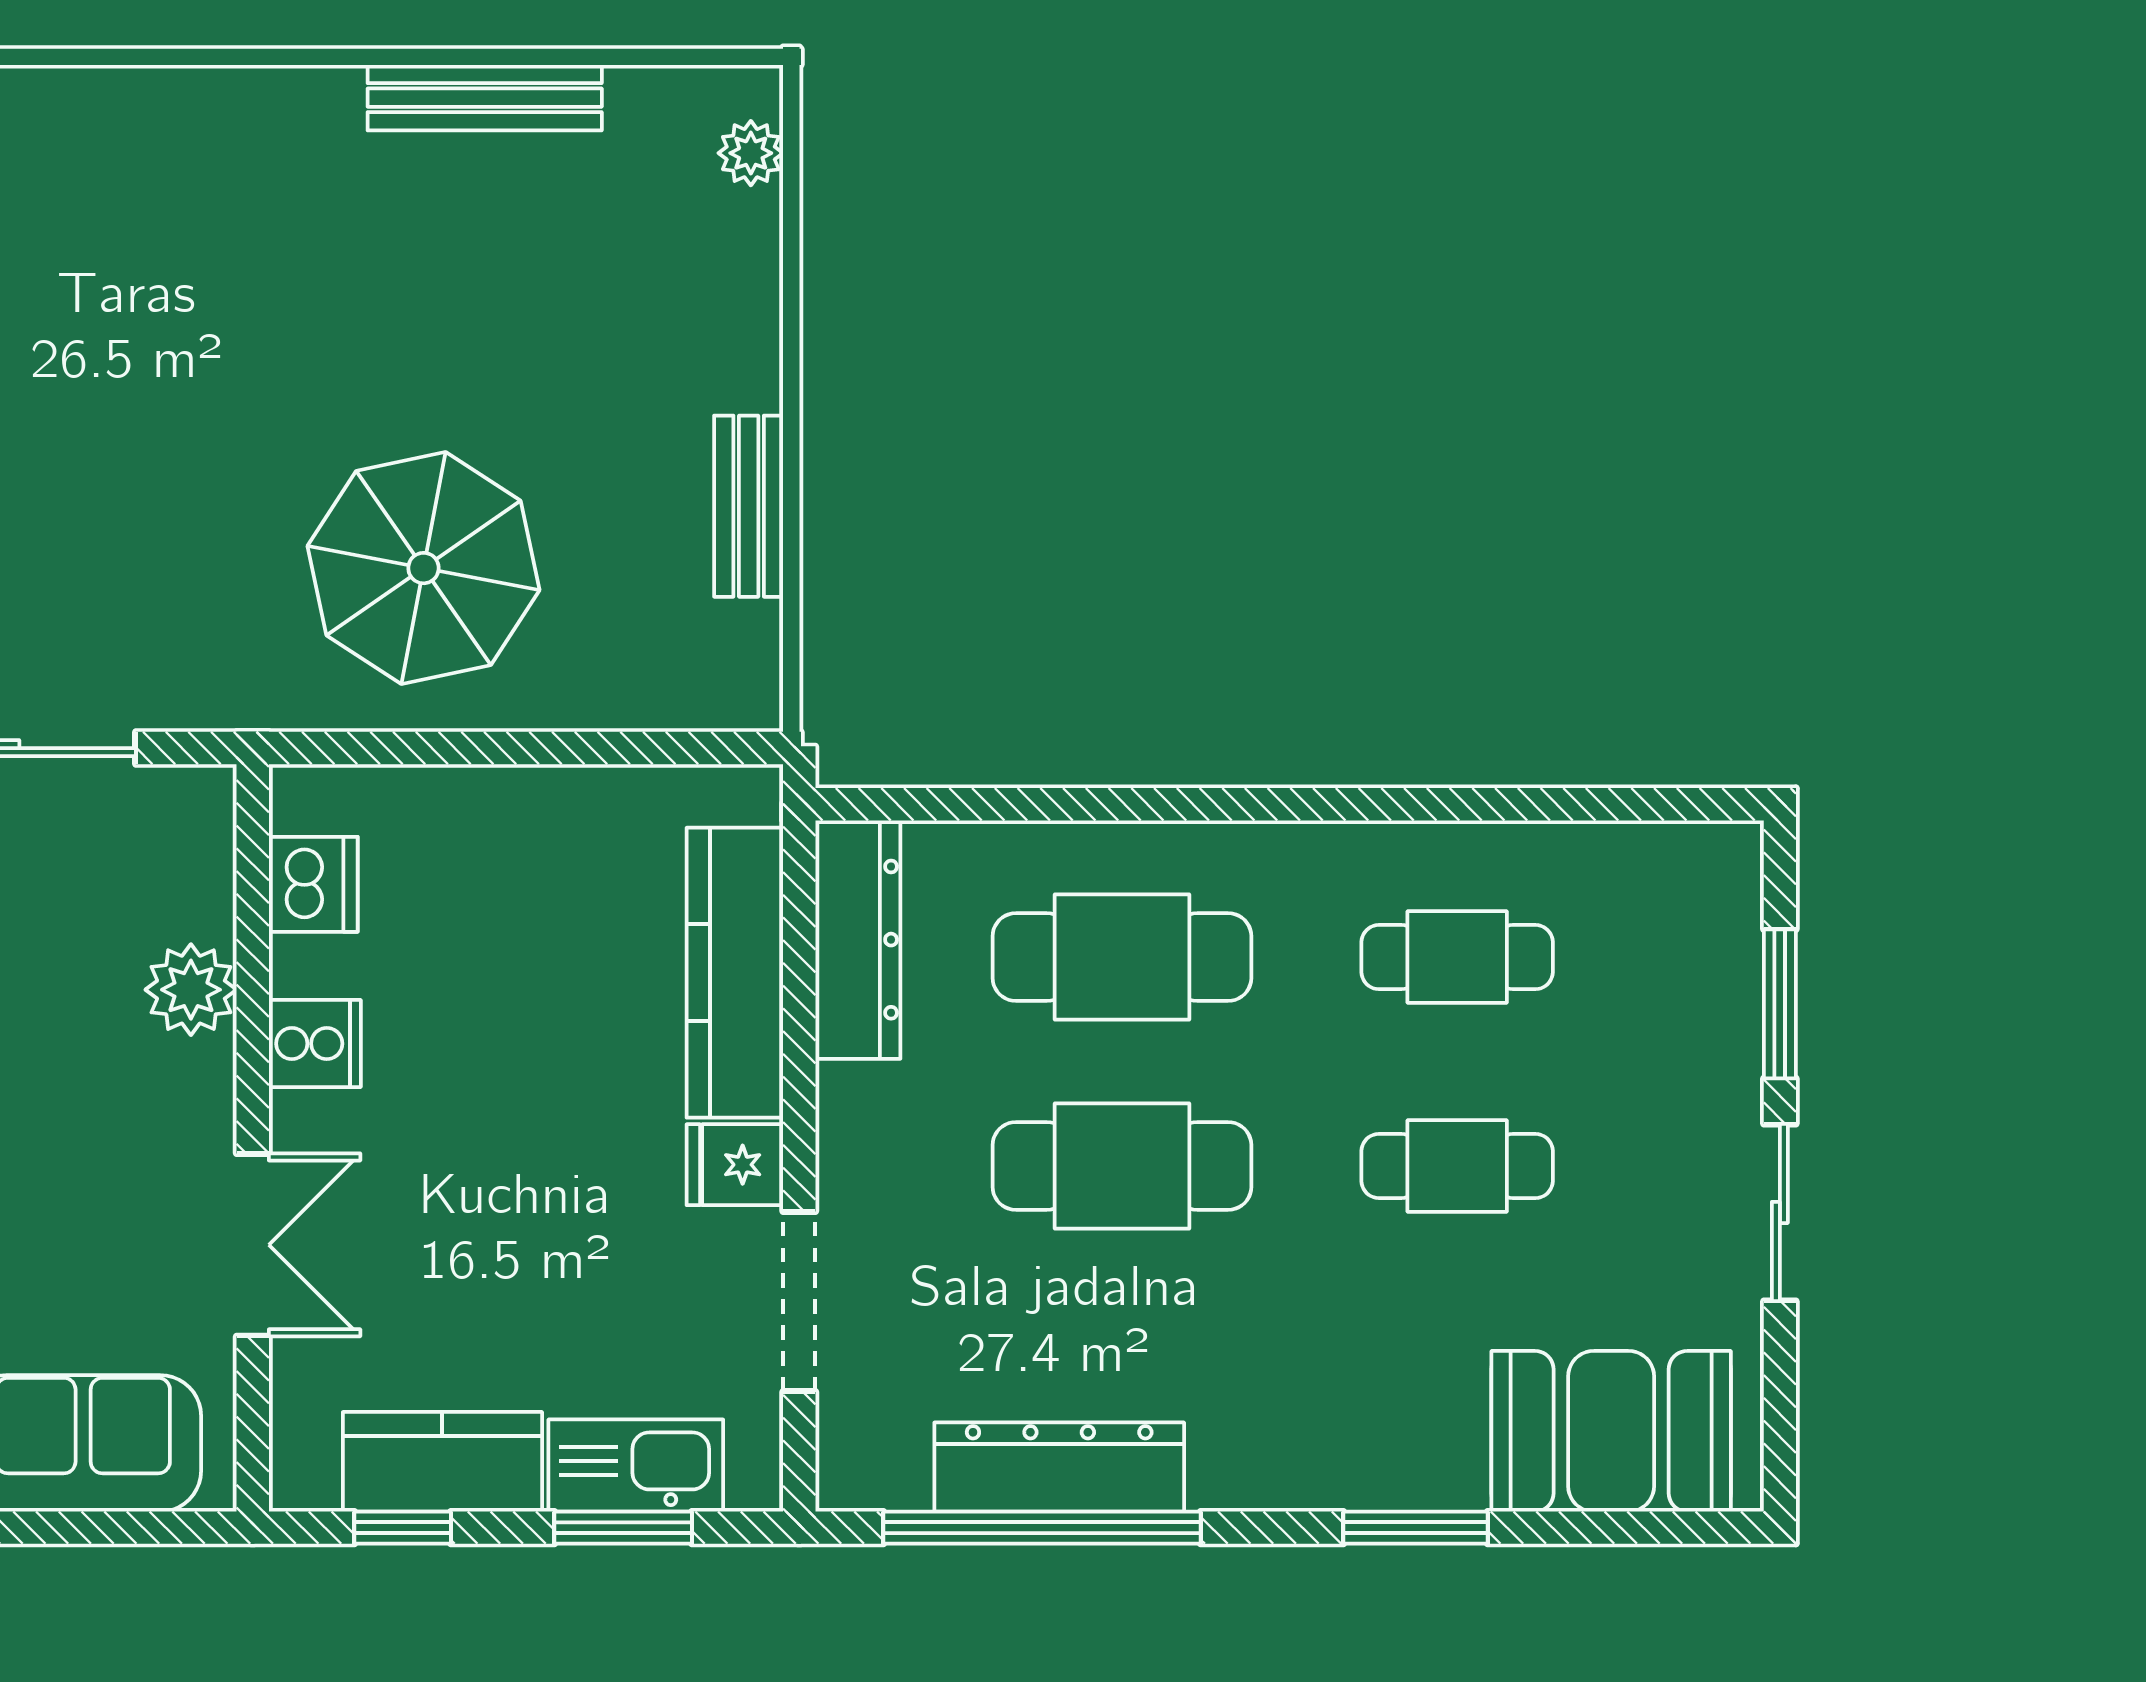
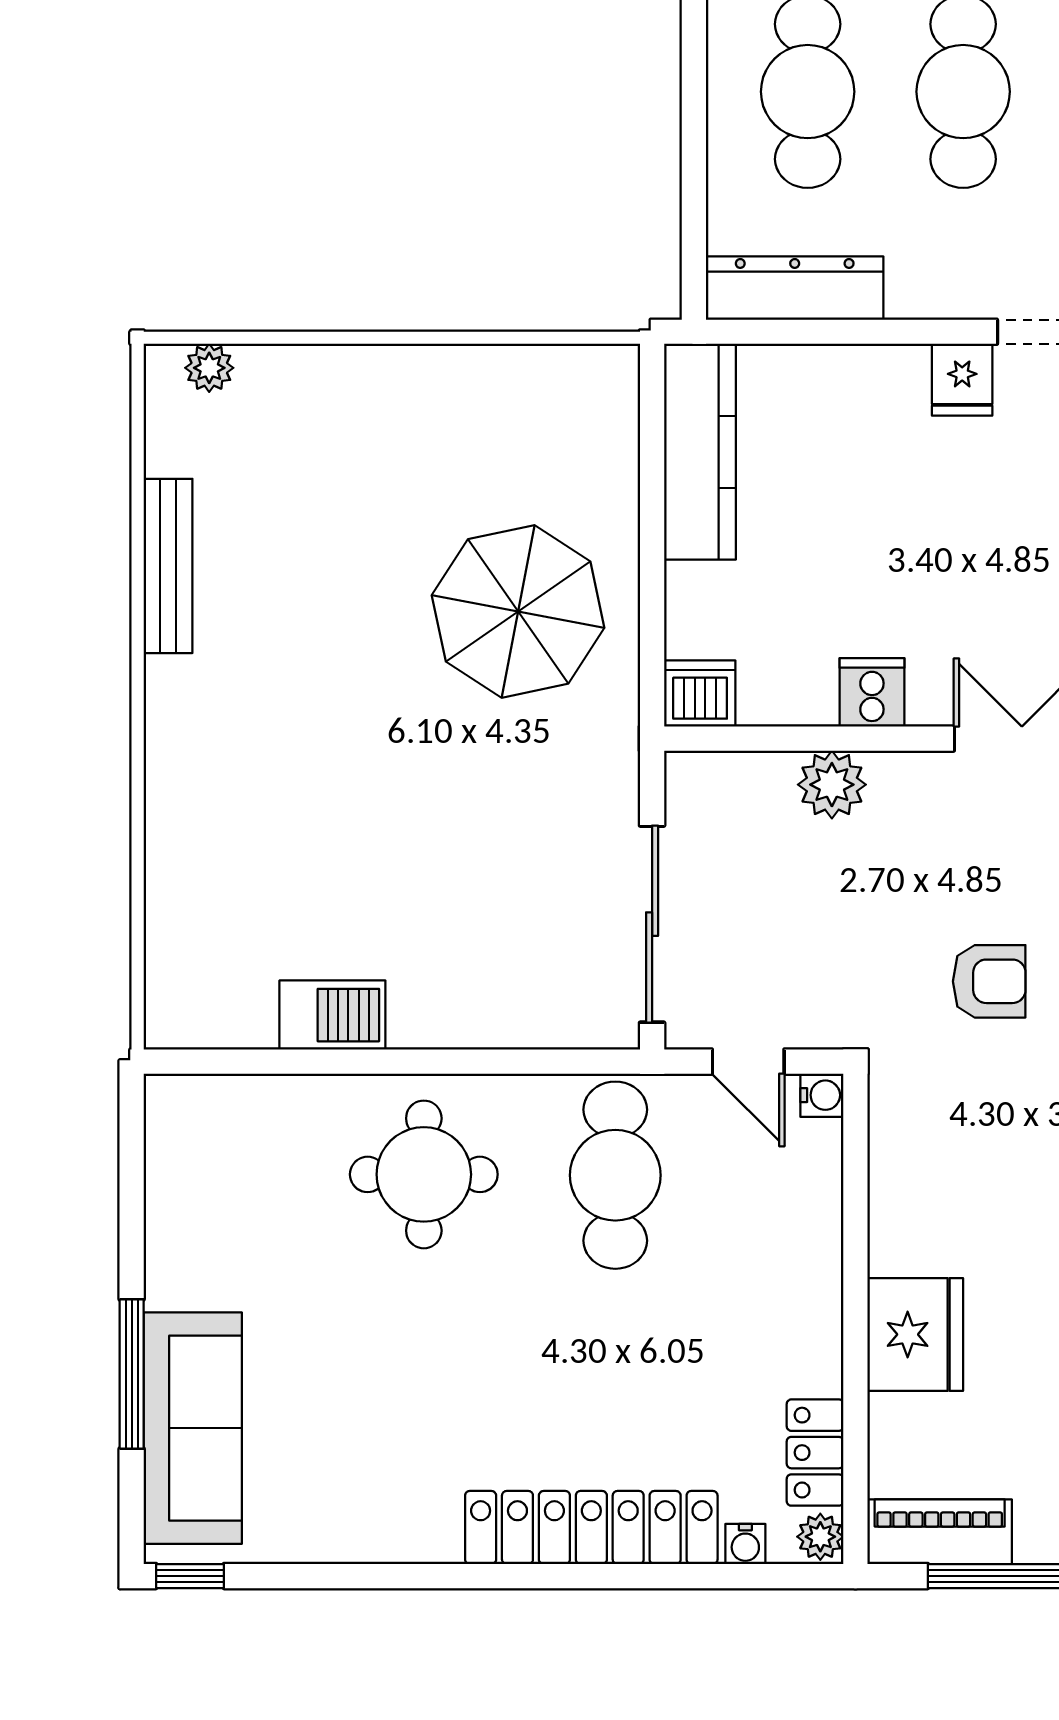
bench: (749, 506) -> (472, 369), removed
dishwasher: (313, 884) -> (700, 694), moved
kitchen counter: (735, 973) -> (700, 452), moved, turned -90

